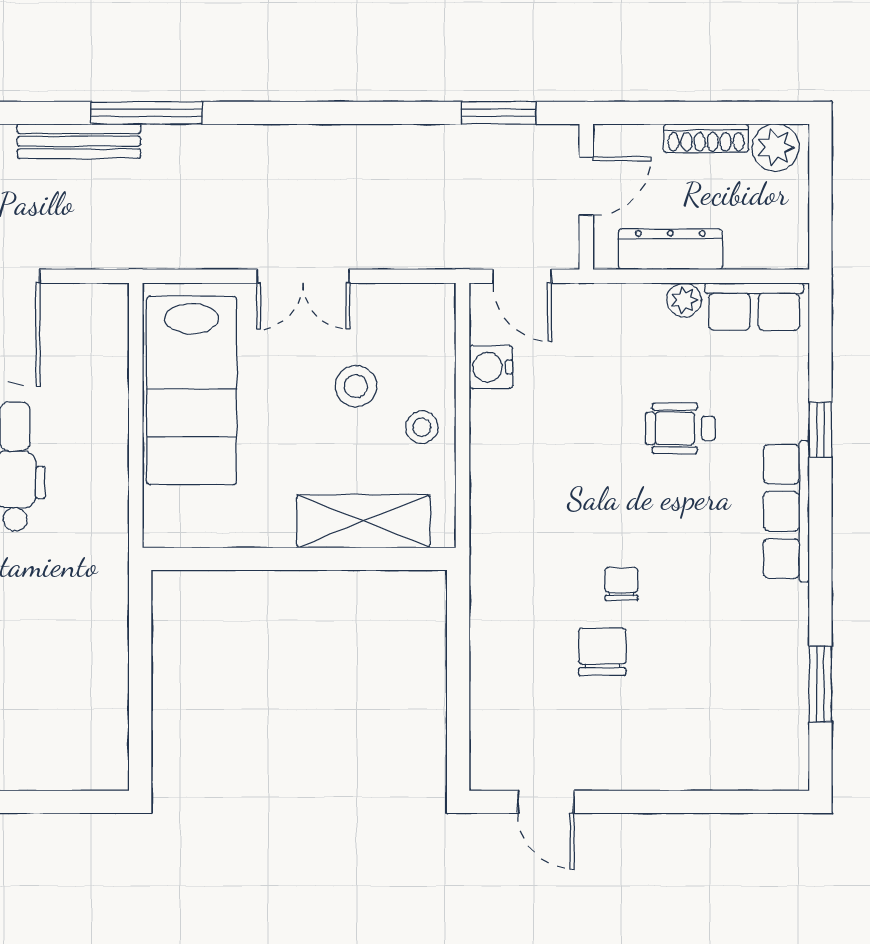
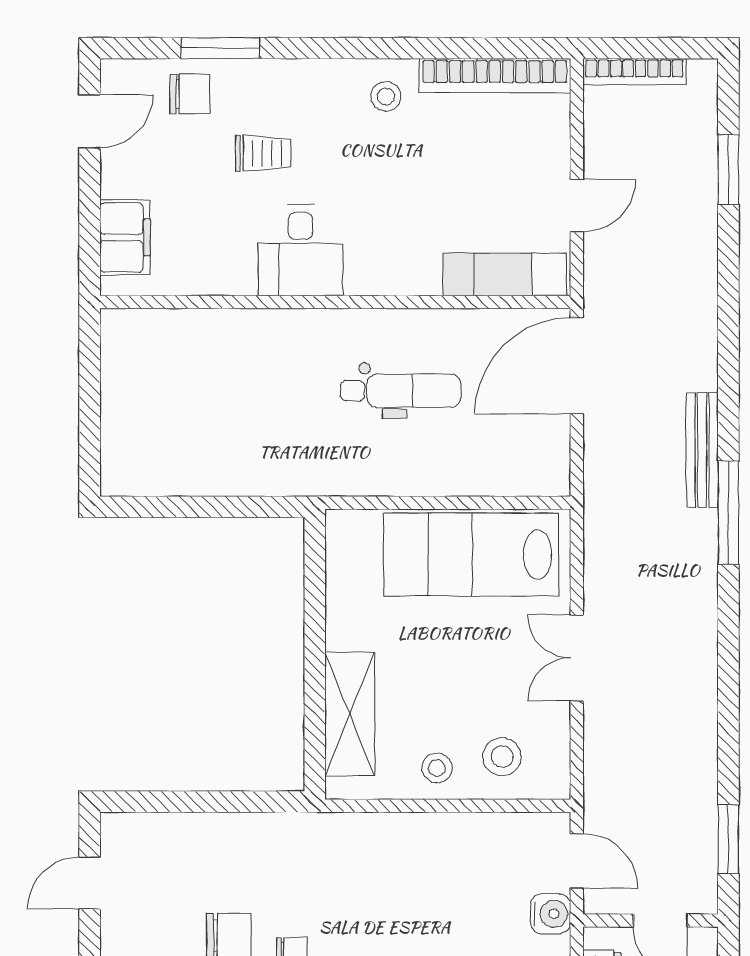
door: (522, 276) -> (577, 861), swing flipped
water cooler: (491, 367) -> (551, 914), moved, turned 90
stool: (356, 386) -> (502, 757), moved

